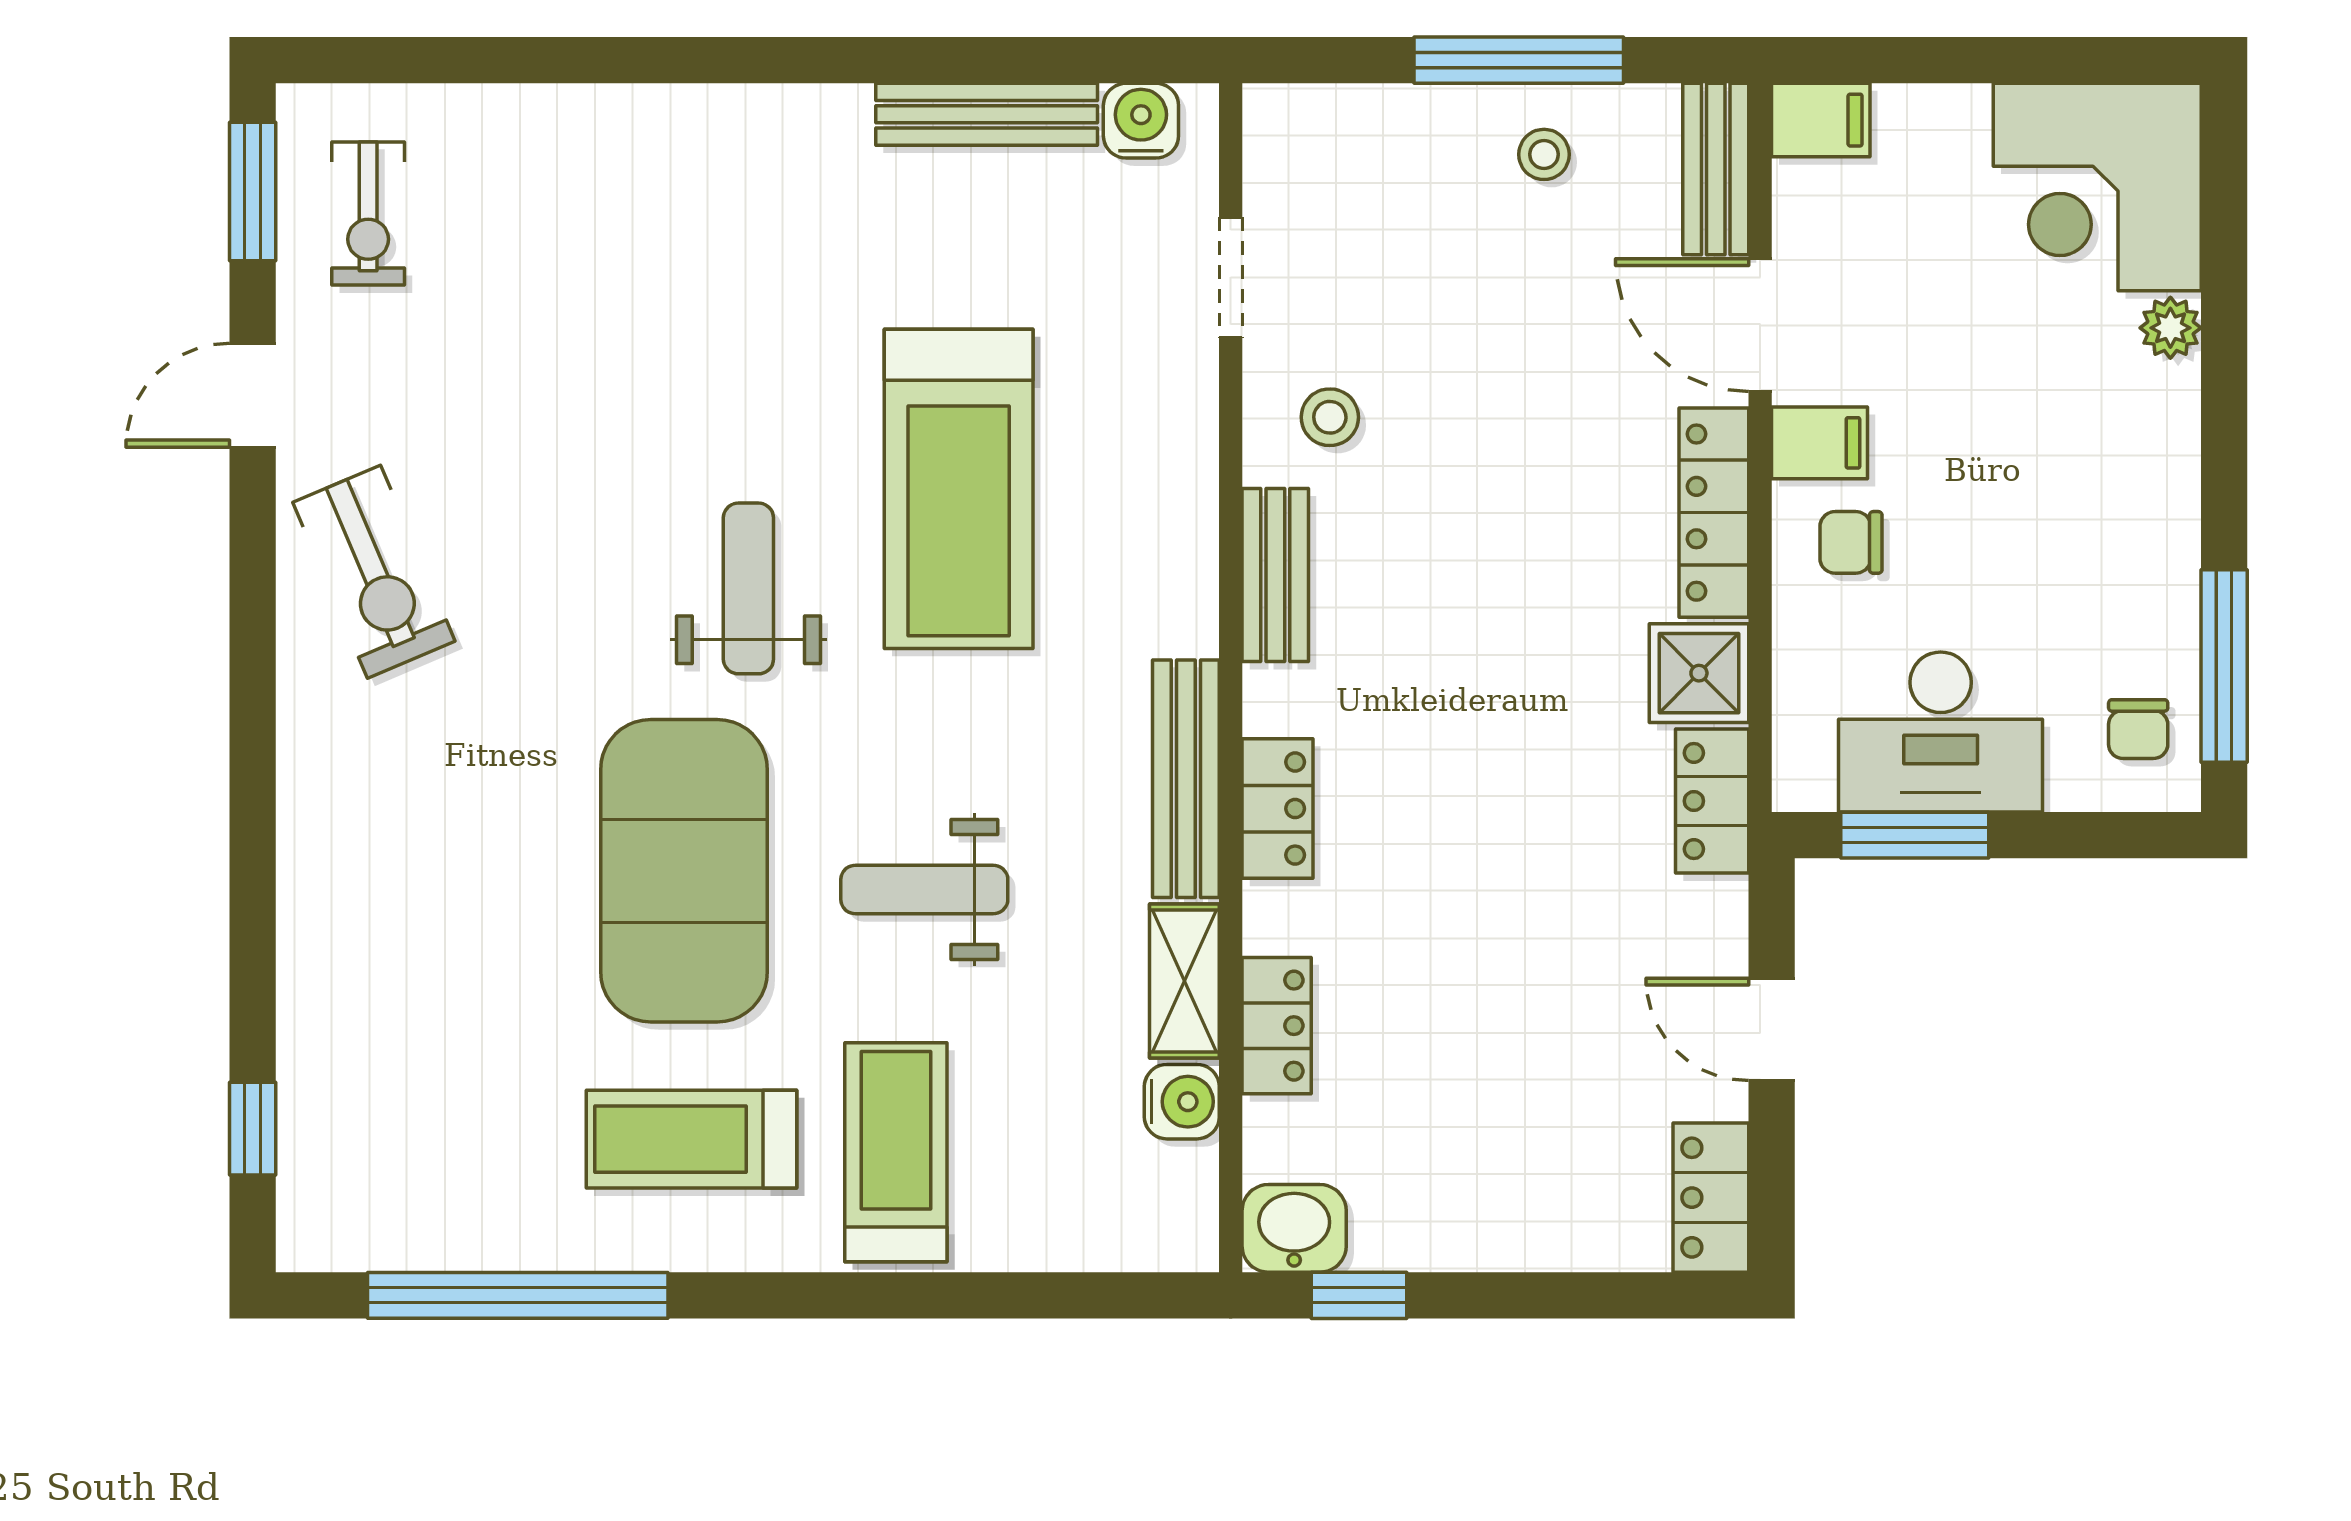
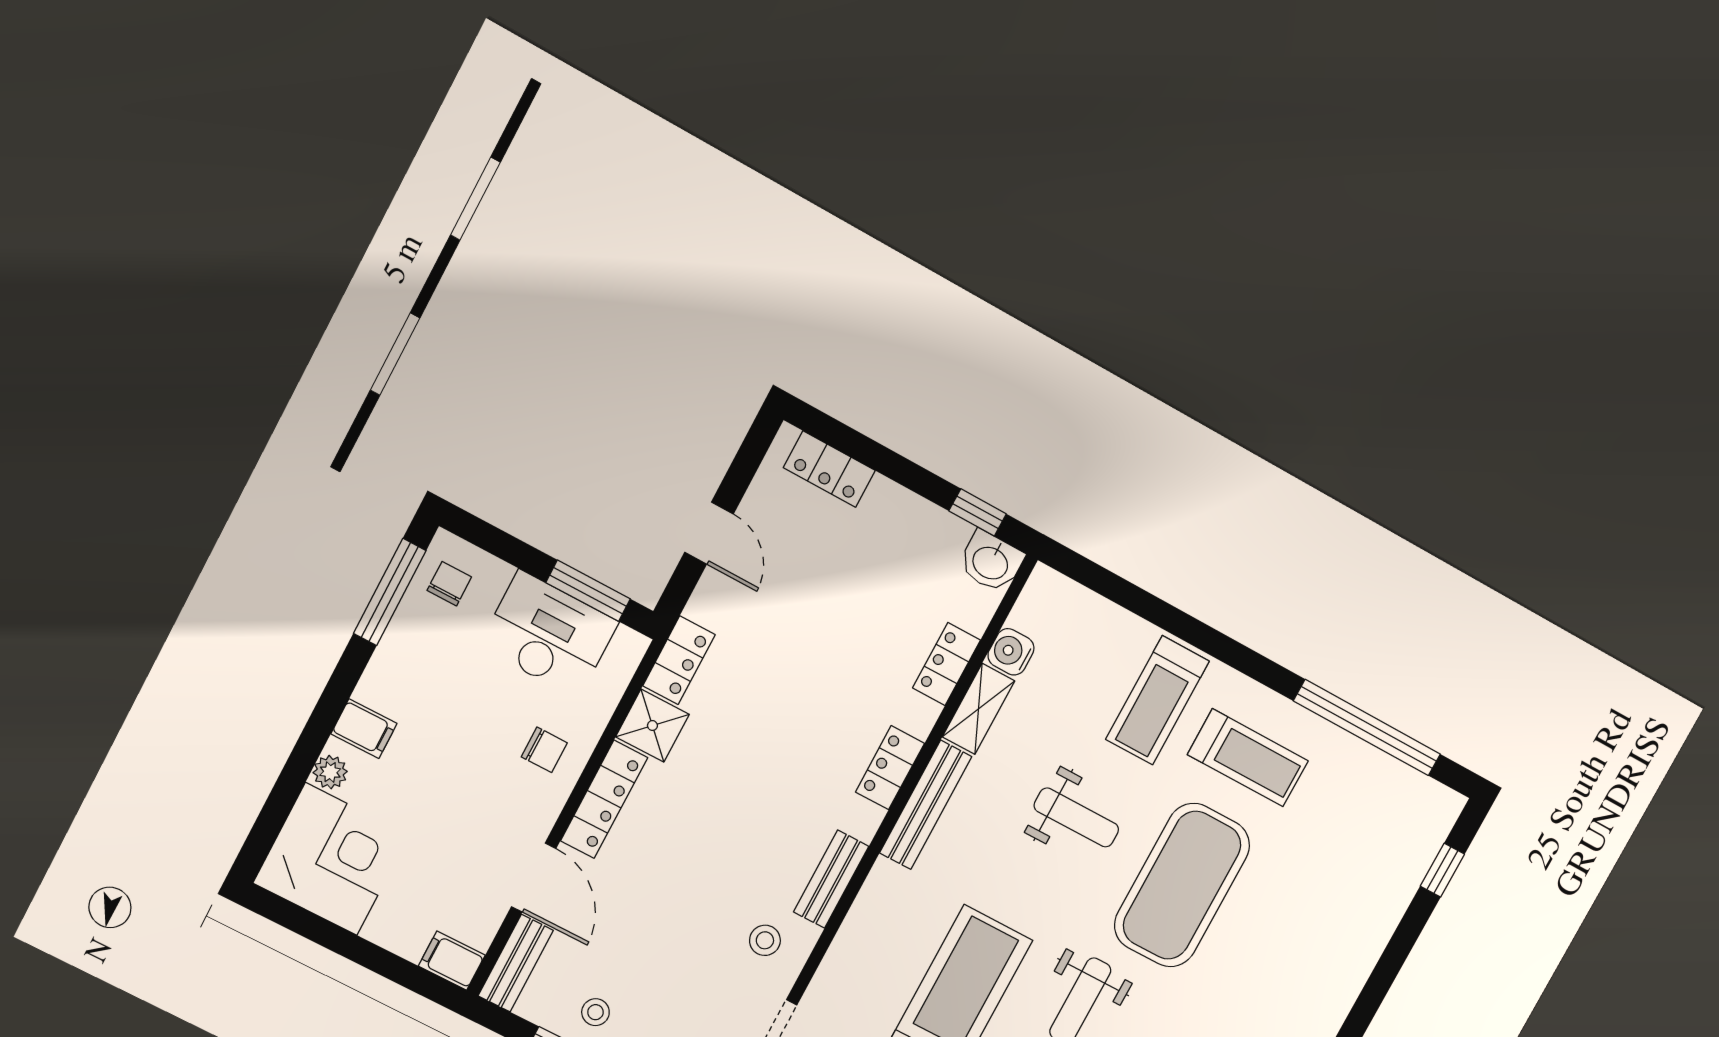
filing cabinet: (1819, 443) -> (364, 729), moved, turned 180
locker: (1711, 1198) -> (829, 469), moved, turned 90

